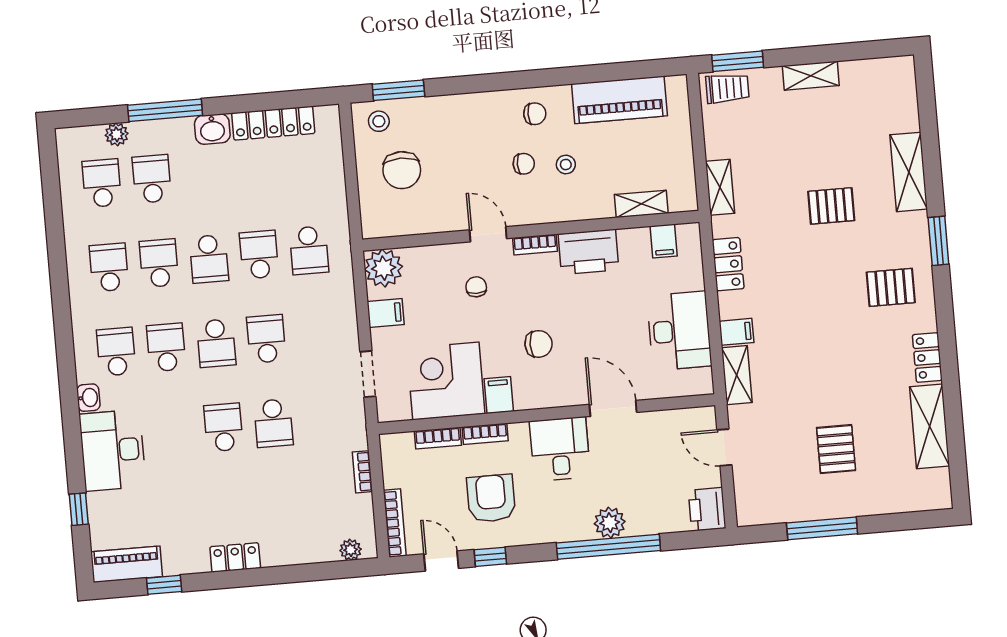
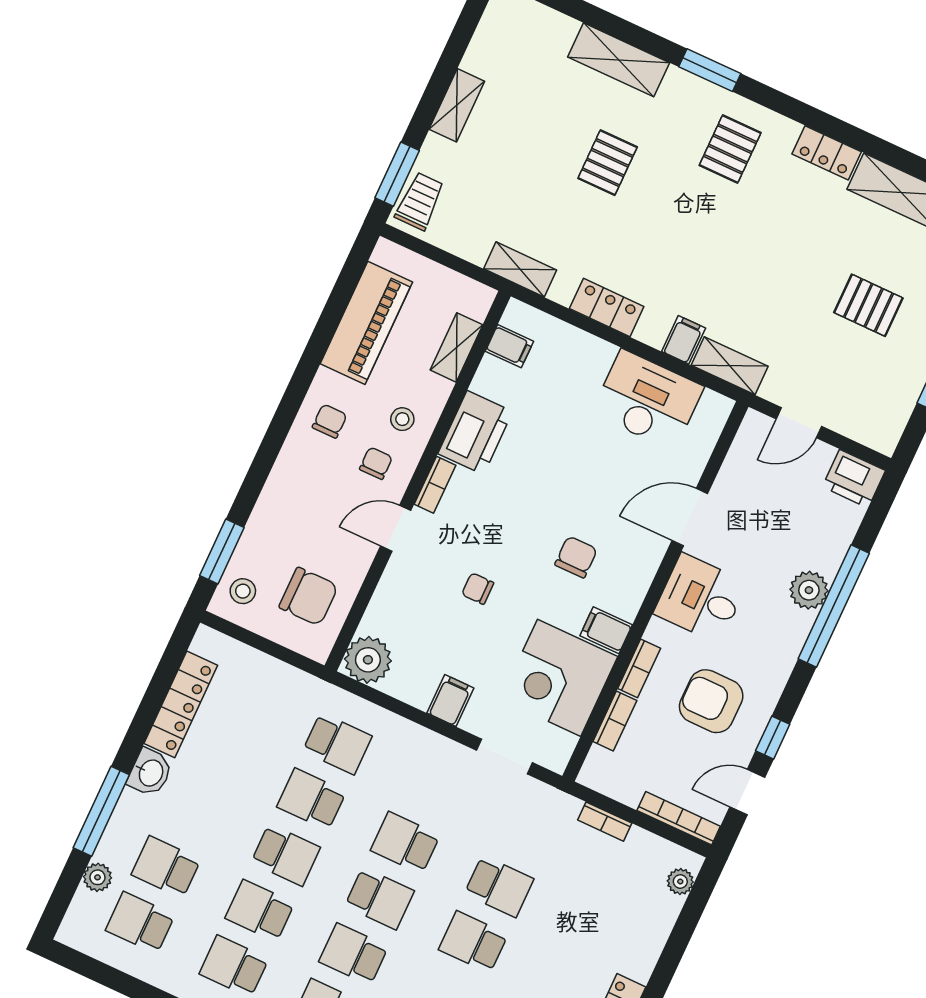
shelving: (641, 204) -> (456, 347), moved
wall: (531, 231) -> (418, 481), moved
door: (488, 234) -> (396, 528), moved
filing cabinet: (664, 241) -> (509, 346), moved
bookcase: (535, 245) -> (435, 485), moved
printer: (588, 252) -> (475, 433), moved
plant: (384, 268) -> (368, 660), moved

